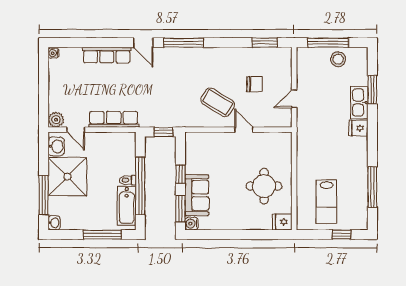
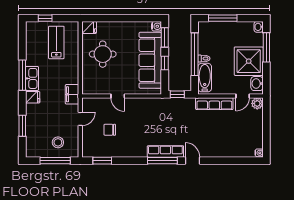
row of seats: (107, 55) -> (165, 151), moved
stool: (338, 59) -> (58, 142), moved
coffee table: (218, 102) -> (137, 116), removed
kitchen sink: (359, 103) -> (32, 78), moved
door: (76, 130) -> (243, 96), swing flipped
filing cabinet: (305, 132) -> (72, 94), added
window: (372, 187) -> (22, 75), moved
sofa: (197, 195) -> (150, 60), width x1.85, depth x1.27
bathtub: (127, 206) -> (205, 78), moved

